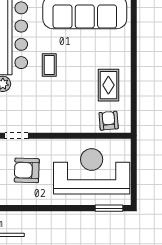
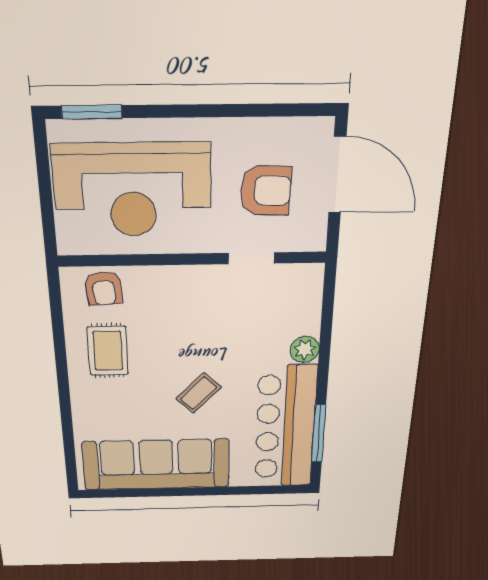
coffee table: (49, 65) -> (199, 393), moved, turned 44
doorway: (16, 136) -> (251, 258), moved

